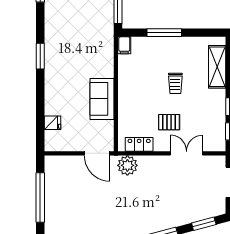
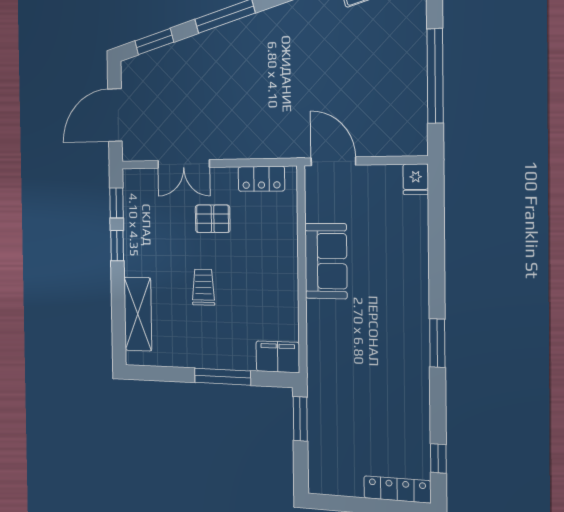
filing cabinet: (124, 45) -> (278, 357), width x2.00
fridge: (52, 123) -> (416, 179), moved, turned -90
plant: (127, 165) -> (281, 140), removed

